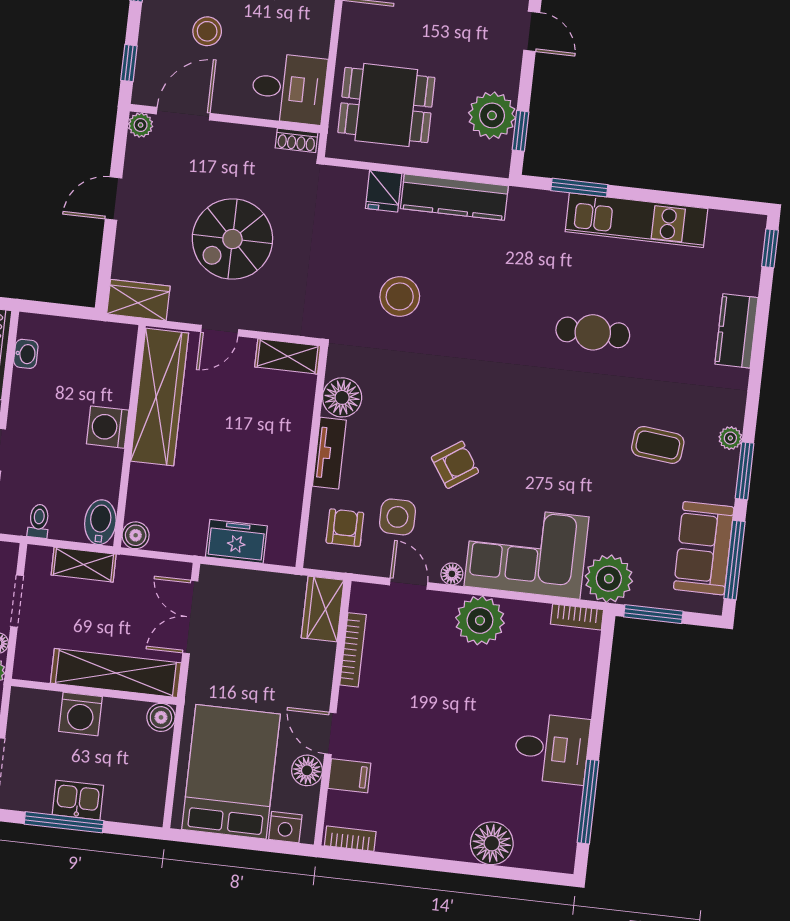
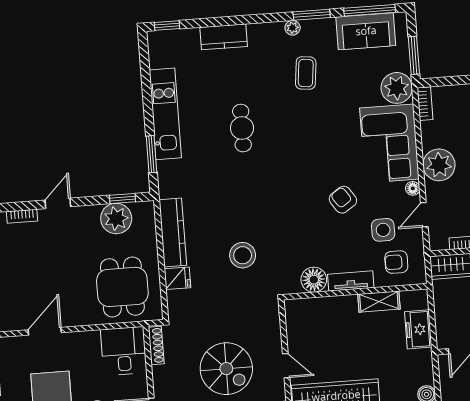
shoe rack: (296, 140) -> (156, 346), width x1.43
shelving: (288, 356) -> (379, 302), moved, turned 90

